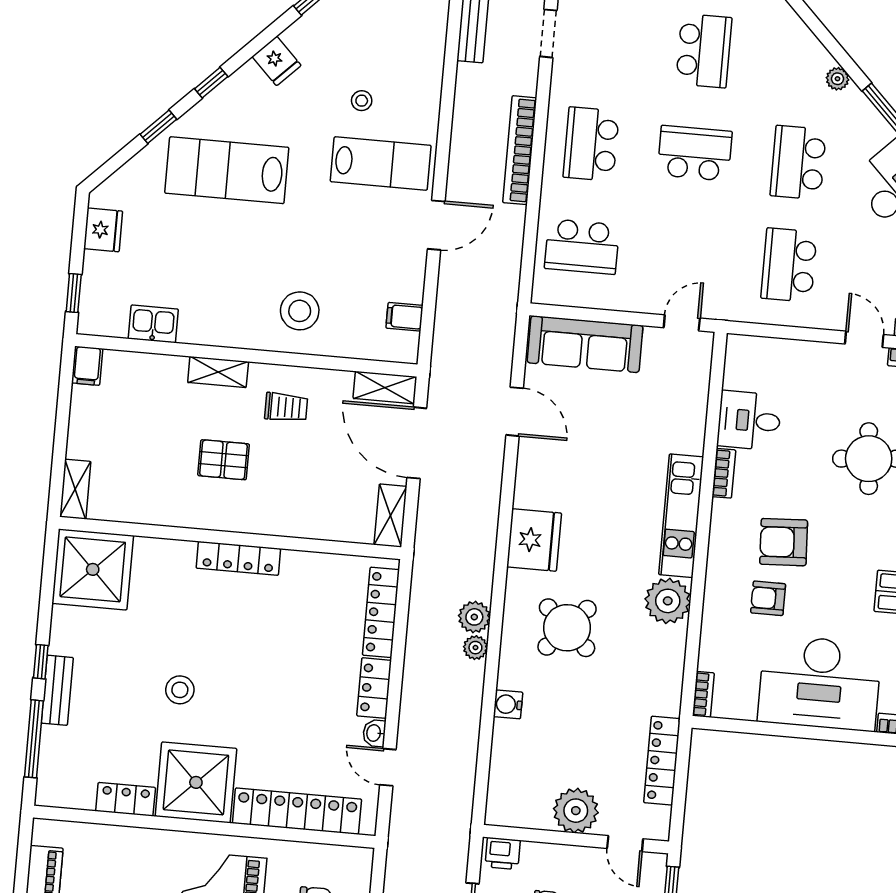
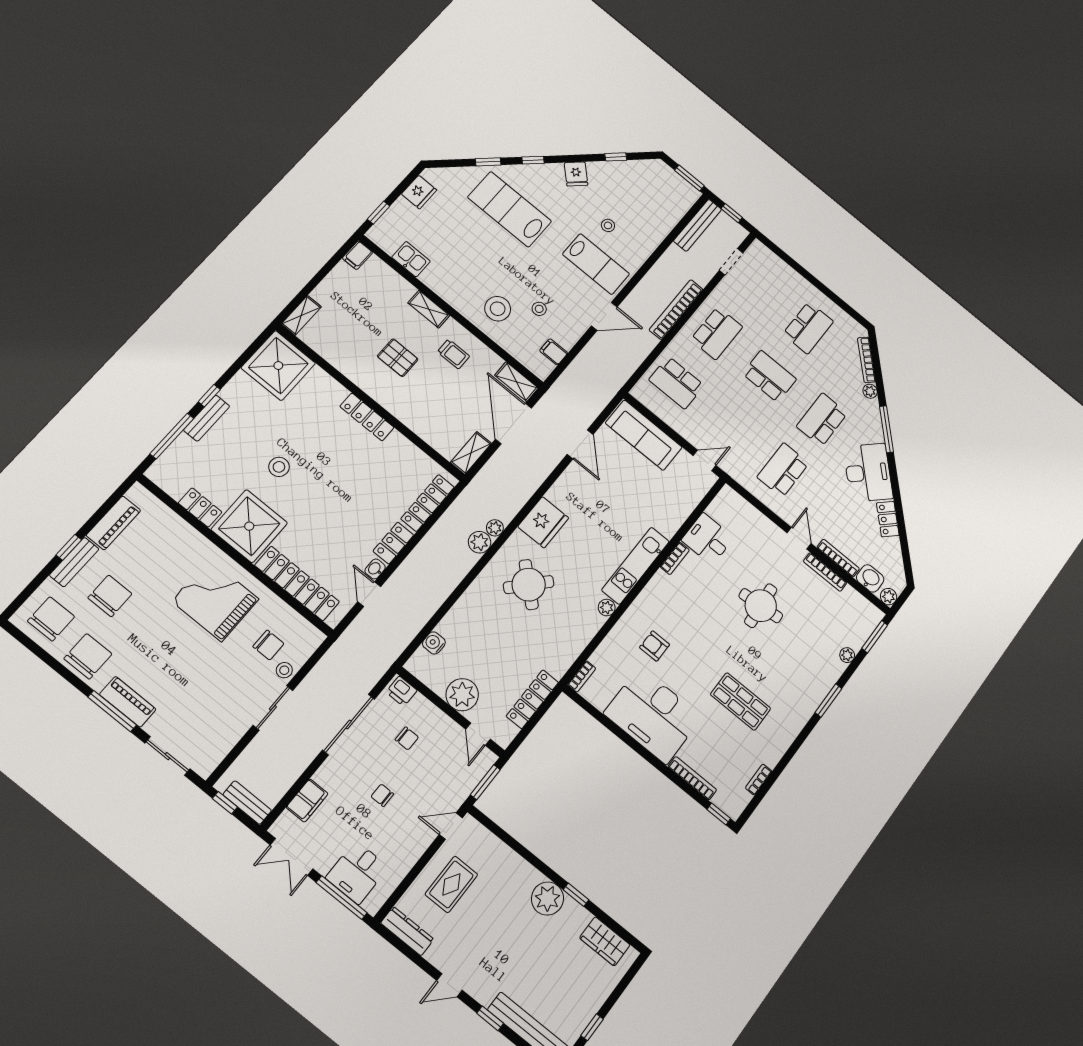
bookcase: (807, 39) -> (867, 360), added
school desk: (591, 144) -> (717, 333), turned 180
stool: (350, 274) -> (539, 309), added
armchair: (784, 542) -> (684, 620), removed
plant: (668, 601) -> (607, 608), width x0.53, depth x0.53
plant: (475, 648) -> (495, 528), moved
water cooler: (508, 704) -> (434, 643), moved

